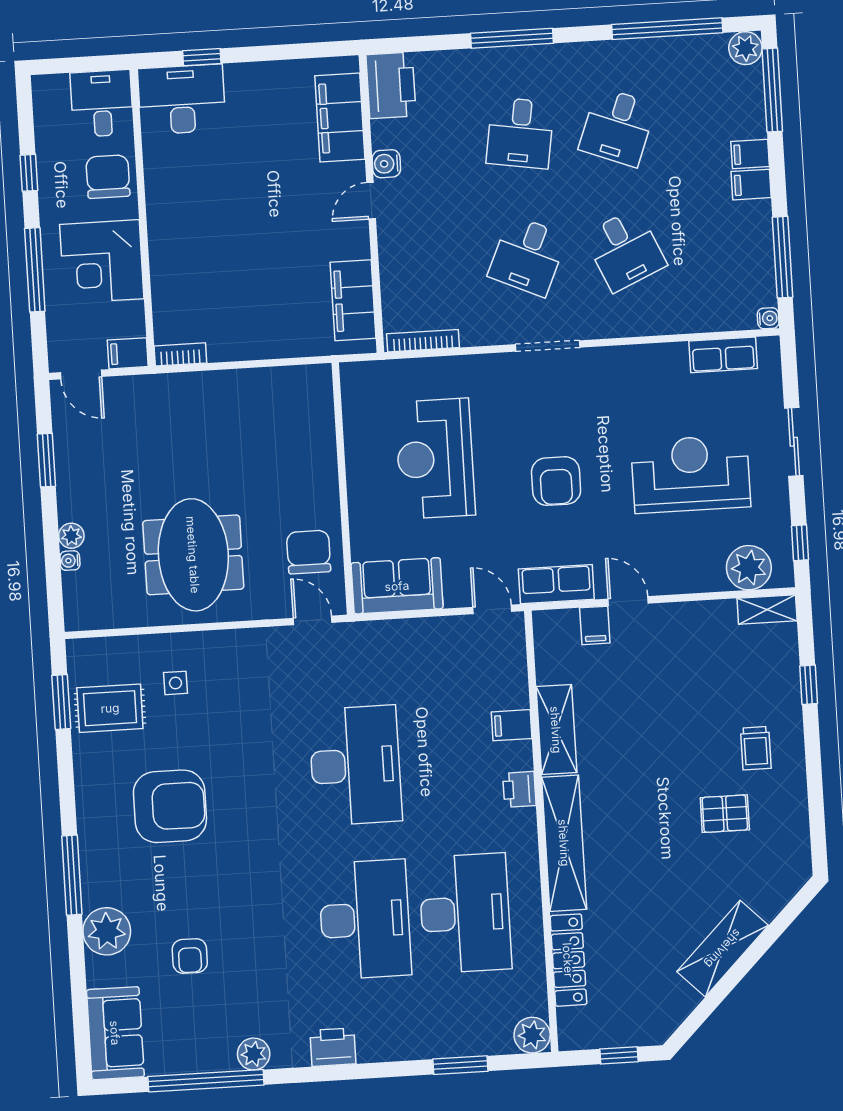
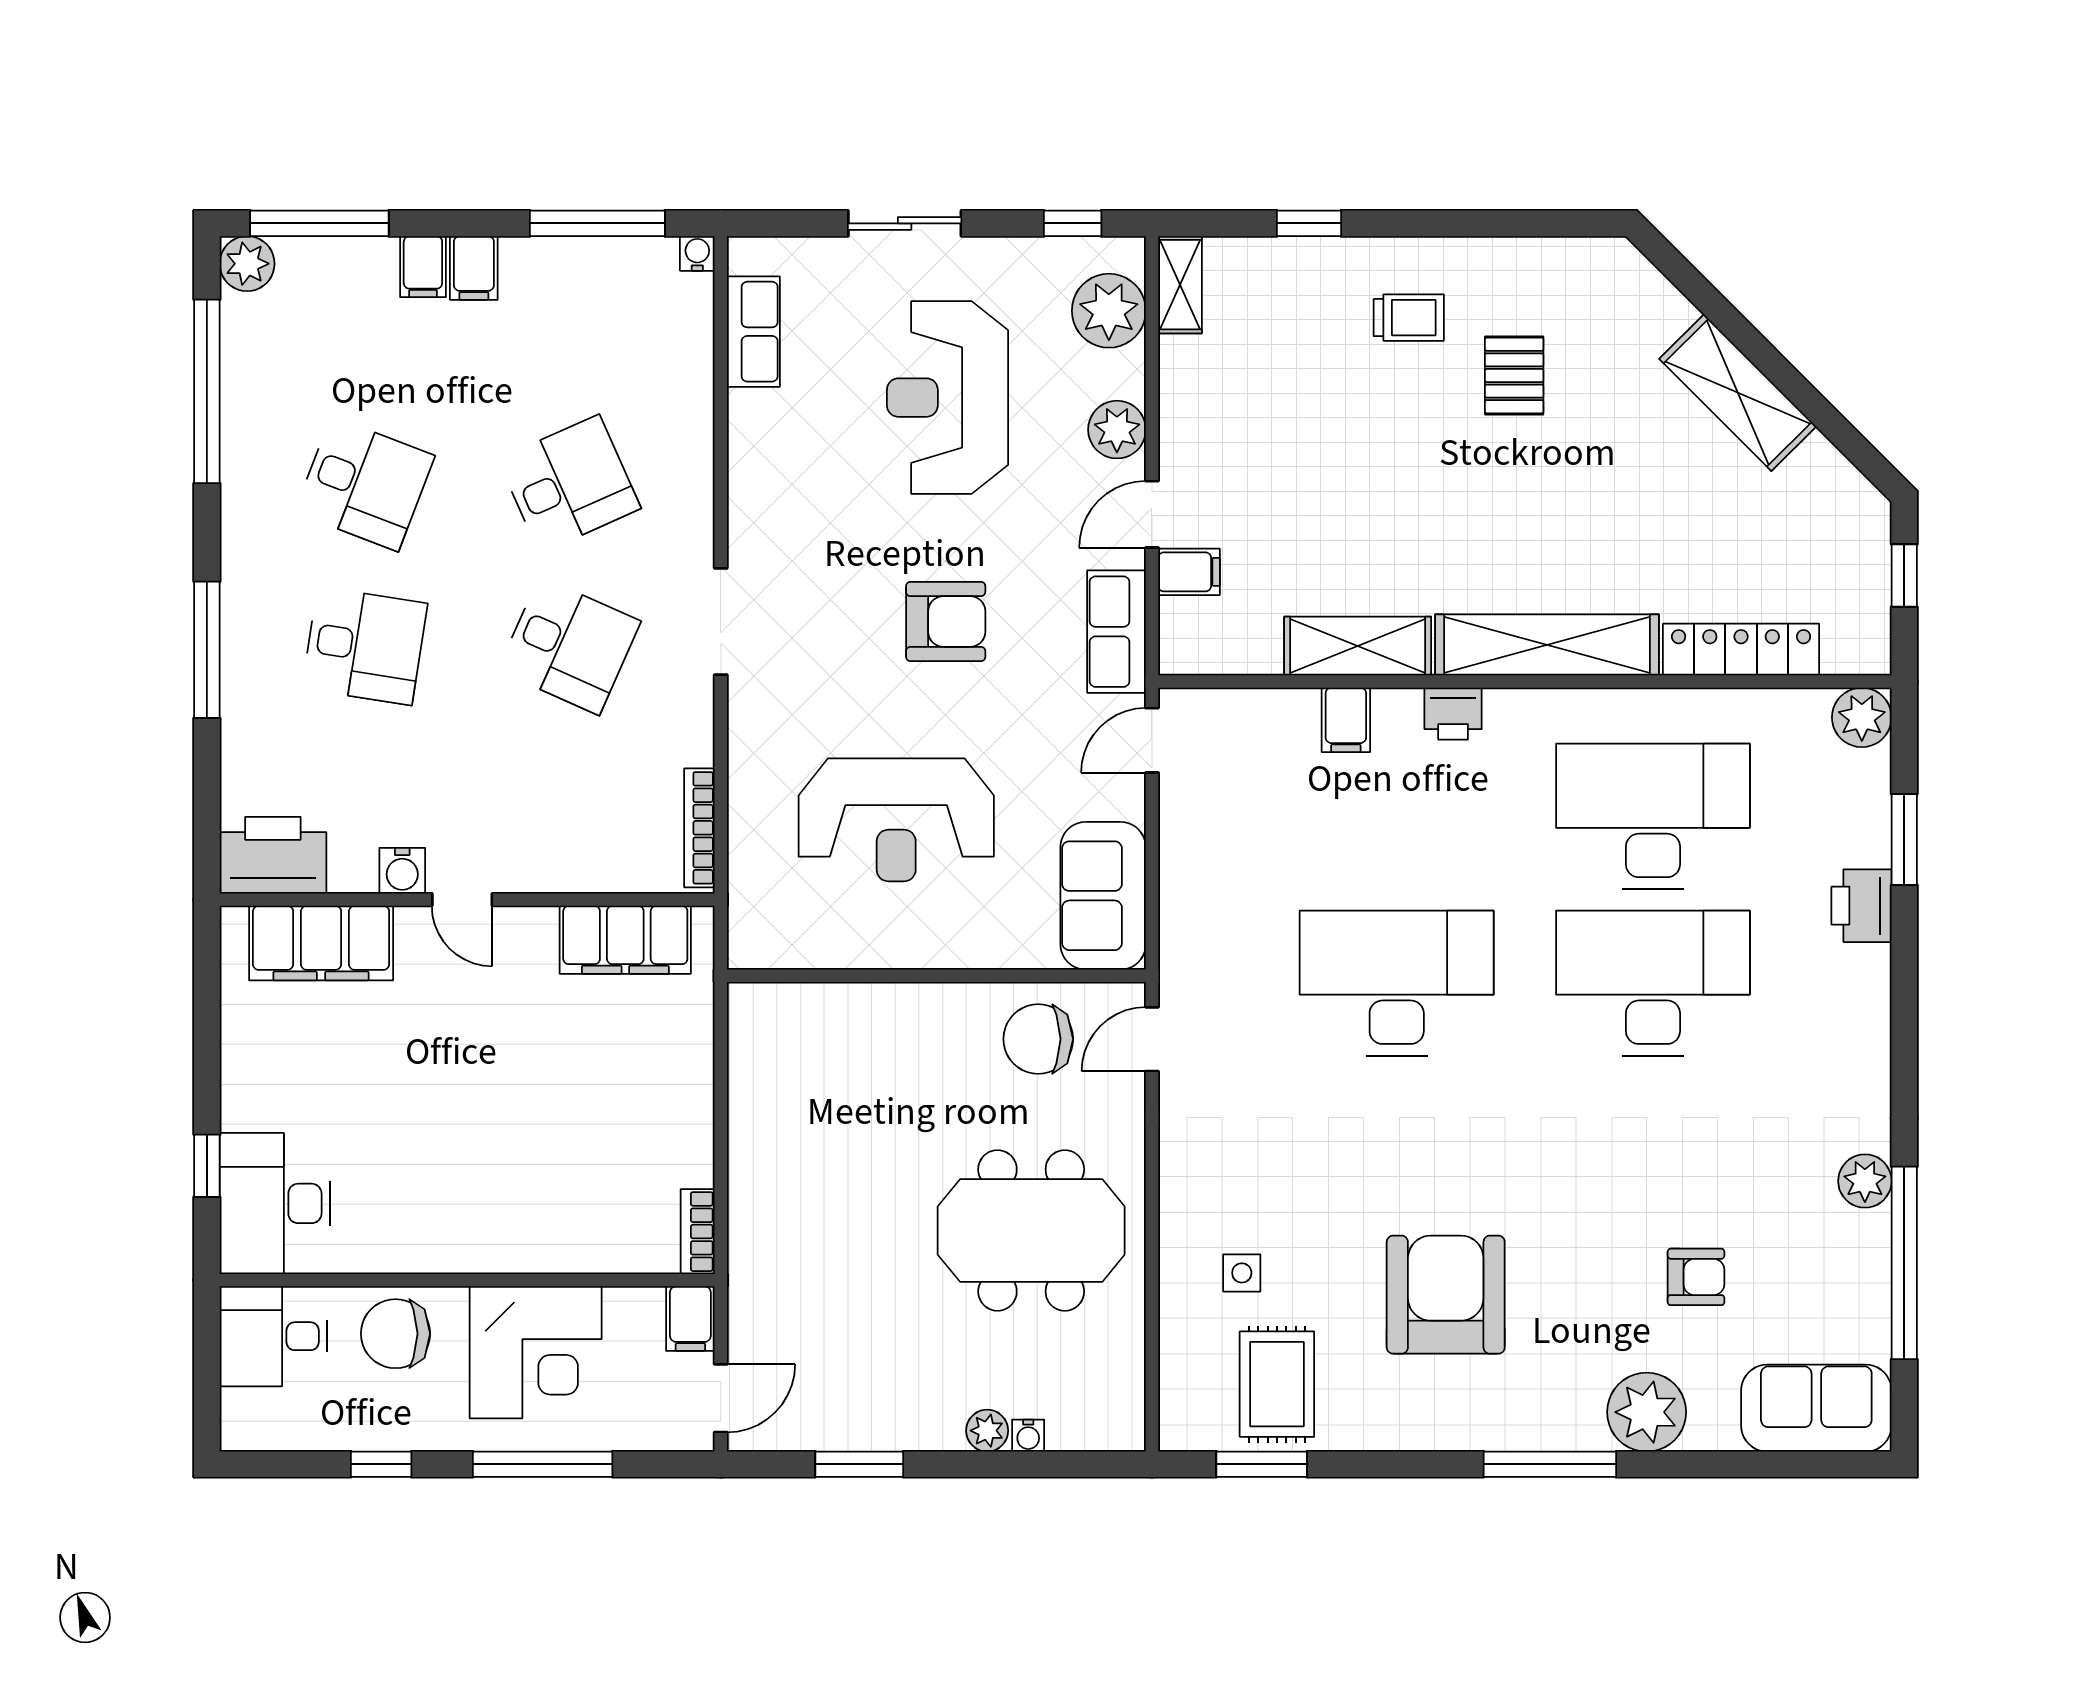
plant: (678, 577) -> (1117, 430), added
printer: (333, 1047) -> (1861, 906), moved

